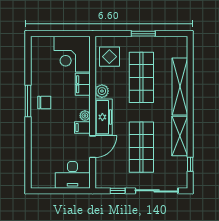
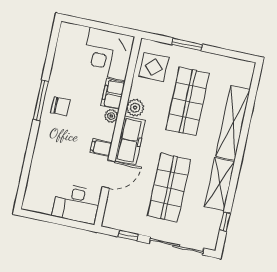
window: (143, 34) -> (187, 44), moved
plant: (85, 116) -> (111, 116), moved

